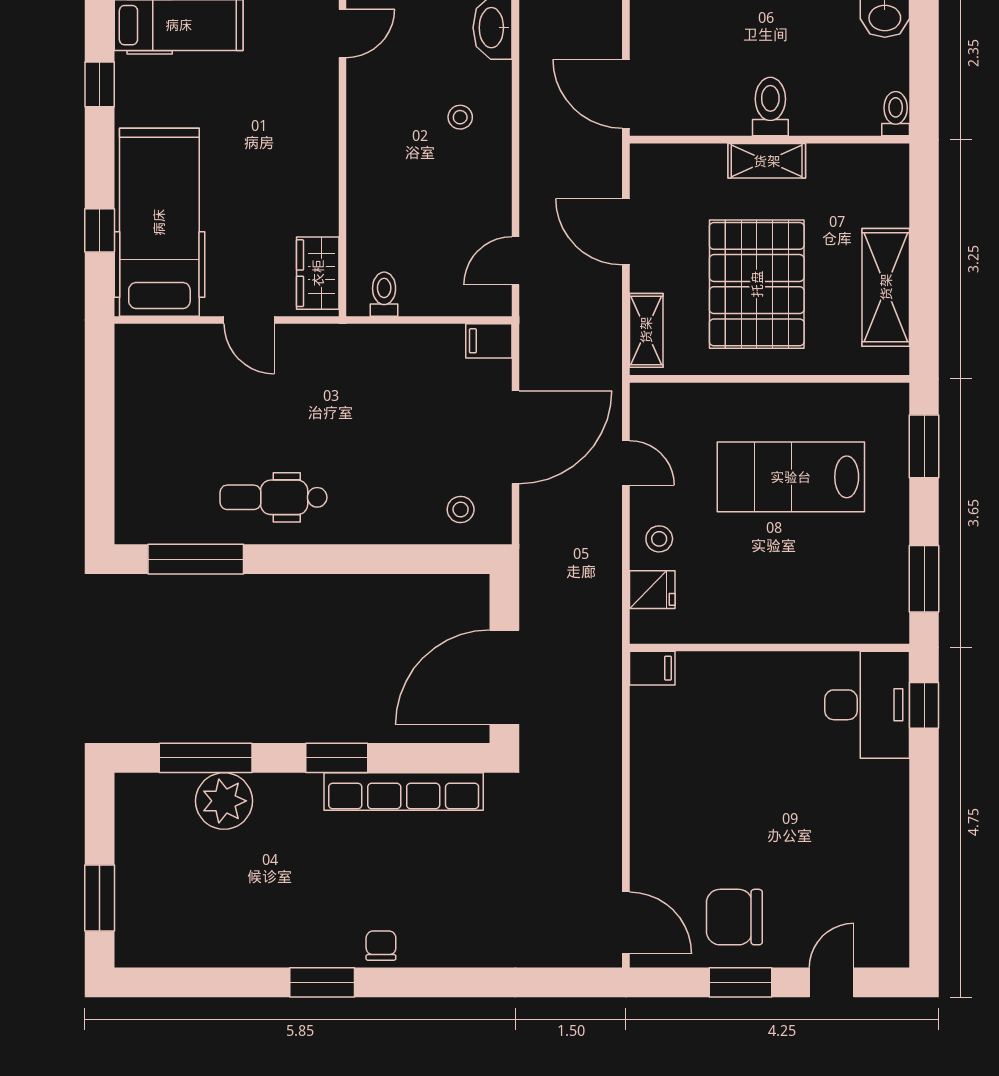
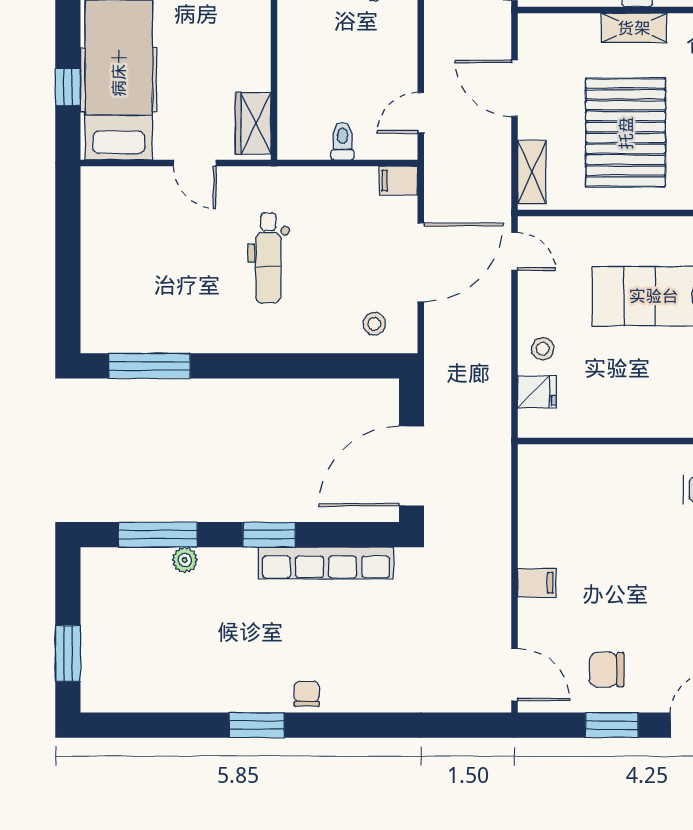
toilet: (384, 294) -> (342, 141), moved
door: (626, 463) -> (515, 251), moved
dental chair: (273, 497) -> (268, 258), moved, turned -90
filing cabinet: (652, 668) -> (537, 583), moved
plant: (224, 801) -> (185, 560), width x0.53, depth x0.53
chair: (734, 917) -> (607, 670), width x0.73, depth x0.73

